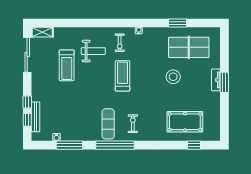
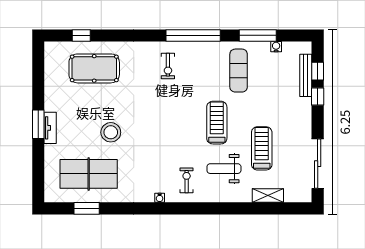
window: (178, 23) -> (87, 208), moved
shelving: (42, 32) -> (268, 196), moved
treadmill: (123, 76) -> (217, 123), moved, turned 180
exercise mat: (108, 124) -> (239, 71), moved

